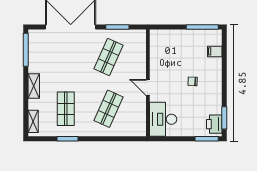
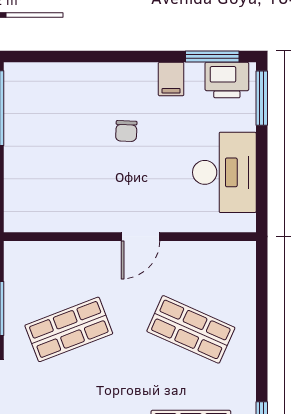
filing cabinet: (215, 51) -> (171, 79), moved
shop shelf: (108, 57) -> (69, 329), turned -45
desk: (163, 119) -> (224, 172), moved, turned -90

